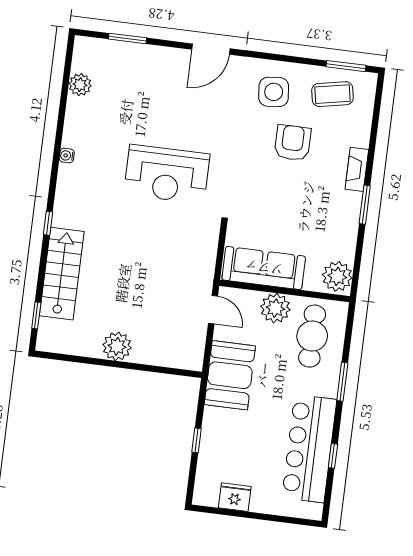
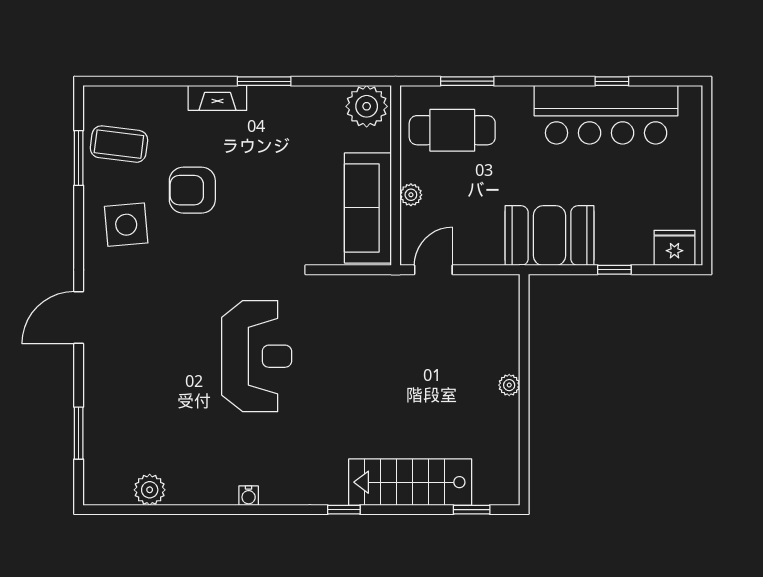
door: (211, 49) -> (79, 318), swing flipped
window: (346, 66) -> (79, 158), moved
coffee table: (332, 94) -> (119, 144), turned -72
plant: (275, 308) -> (411, 195), width x0.53, depth x0.53
plant: (117, 346) -> (509, 385), width x0.53, depth x0.53
booth: (230, 375) -> (549, 236), moved
window: (342, 382) -> (467, 81), moved
fridge: (235, 497) -> (674, 248), moved, turned 90

